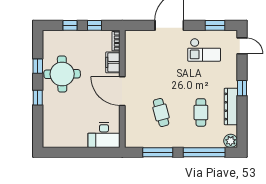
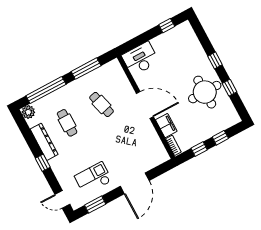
window: (64, 152) -> (167, 26), added

